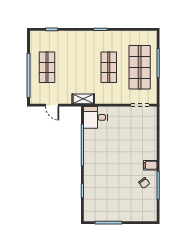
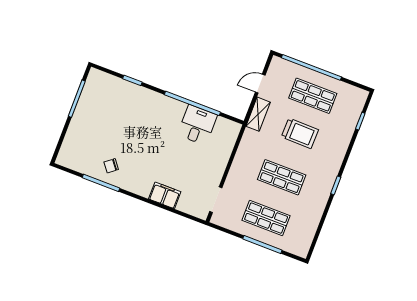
trolley: (75, 66) -> (300, 133), added
shop shelf: (140, 67) -> (266, 218), width x0.70, depth x0.74
shelving: (83, 99) -> (258, 114), moved
desk: (95, 117) -> (197, 125), moved
filing cabinet: (150, 165) -> (165, 195), moved, width x2.00

